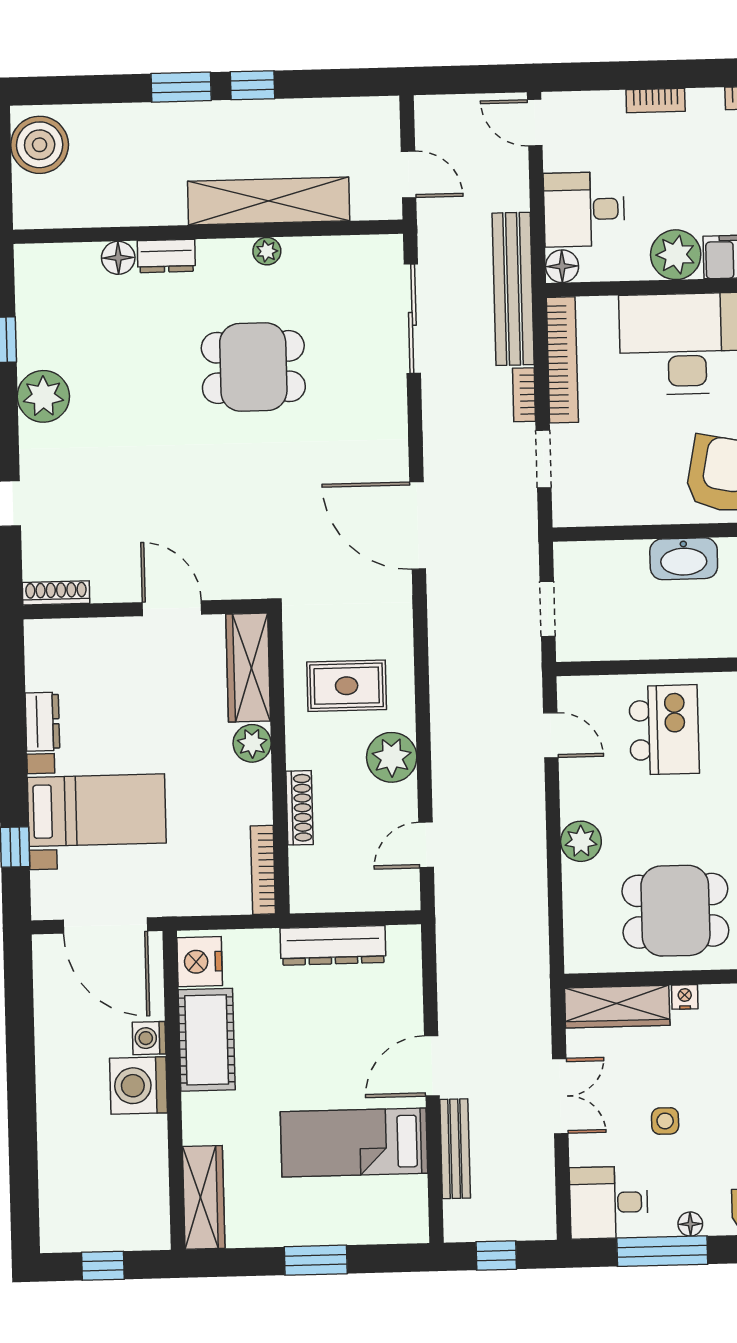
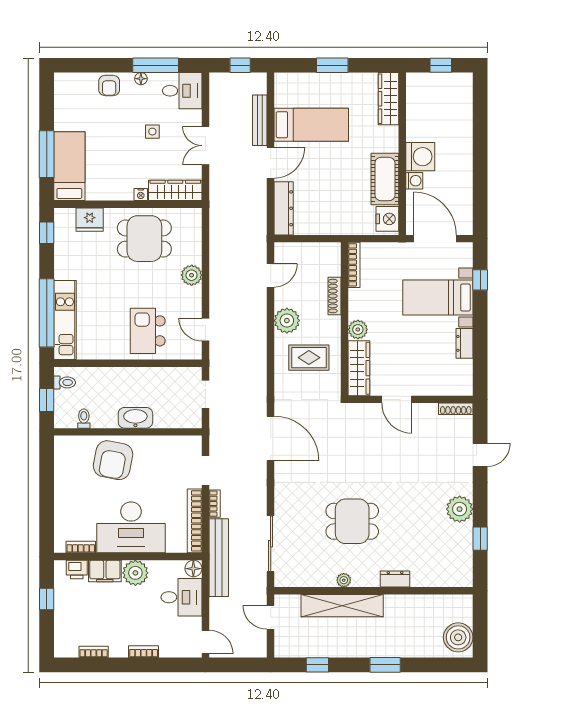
window: (253, 85) -> (317, 665), moved
floor lamp: (118, 258) -> (420, 579), removed
dresser: (333, 945) -> (284, 208), moved, turned 90

